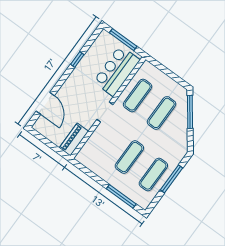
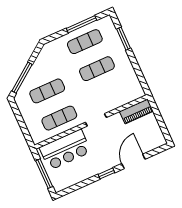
window: (77, 59) -> (106, 173), moved
door: (45, 103) -> (133, 161), moved
window: (172, 179) -> (81, 24), moved
window: (121, 196) -> (124, 39), width x0.69

